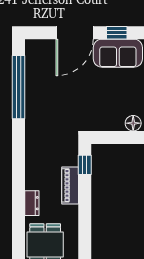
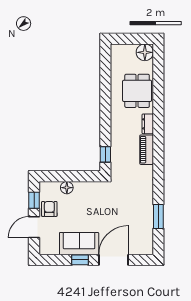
window: (18, 87) -> (158, 216), width x0.47
piano: (70, 185) -> (147, 150), moved, turned 180

